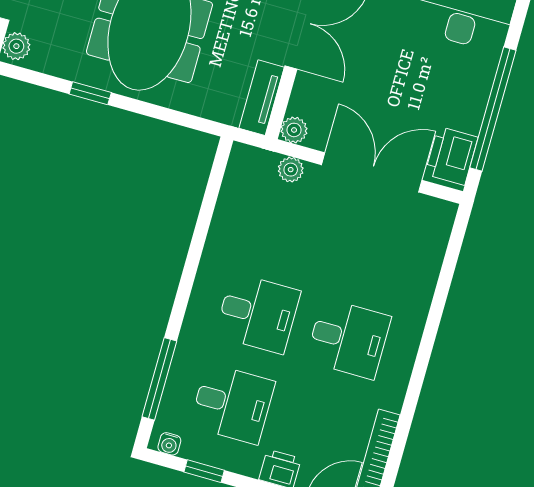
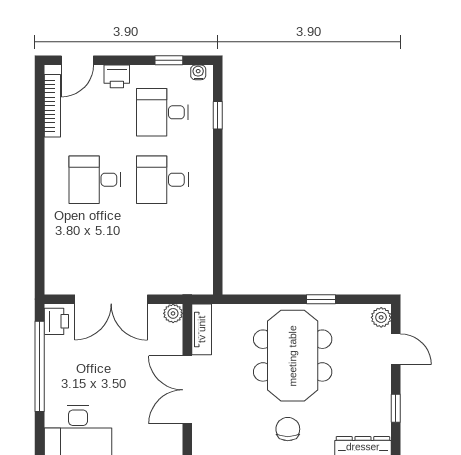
printer: (451, 156) -> (56, 321), width x0.73, depth x0.81
plant: (291, 170) -> (168, 285), removed
window: (159, 379) -> (218, 115), width x0.46

